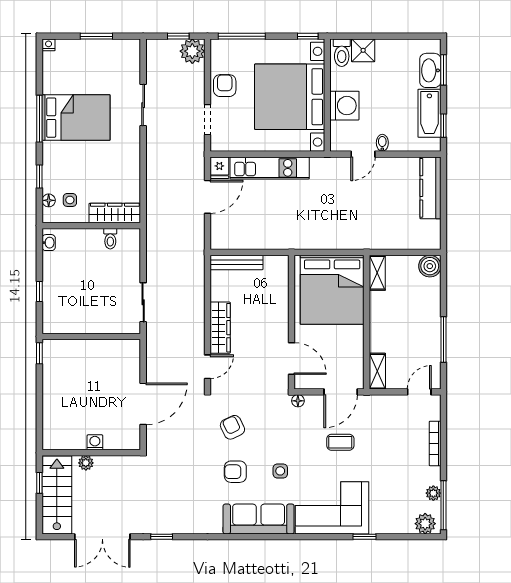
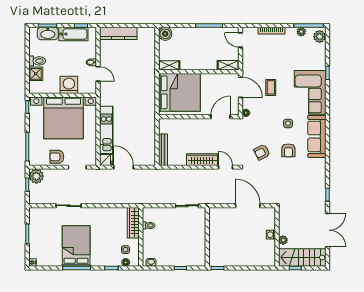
toilet: (342, 53) -> (37, 61), moved

